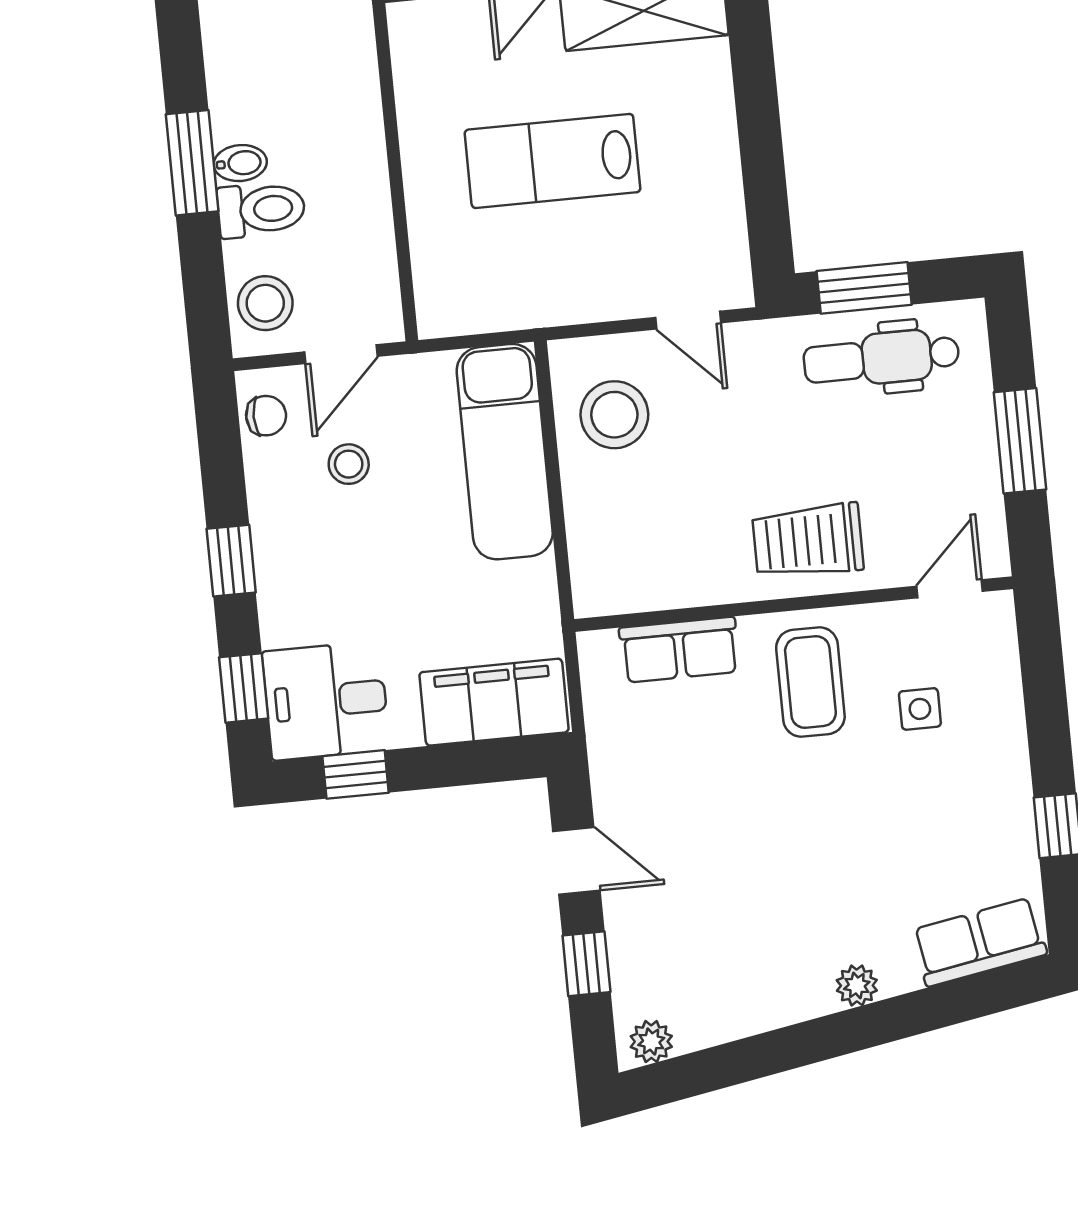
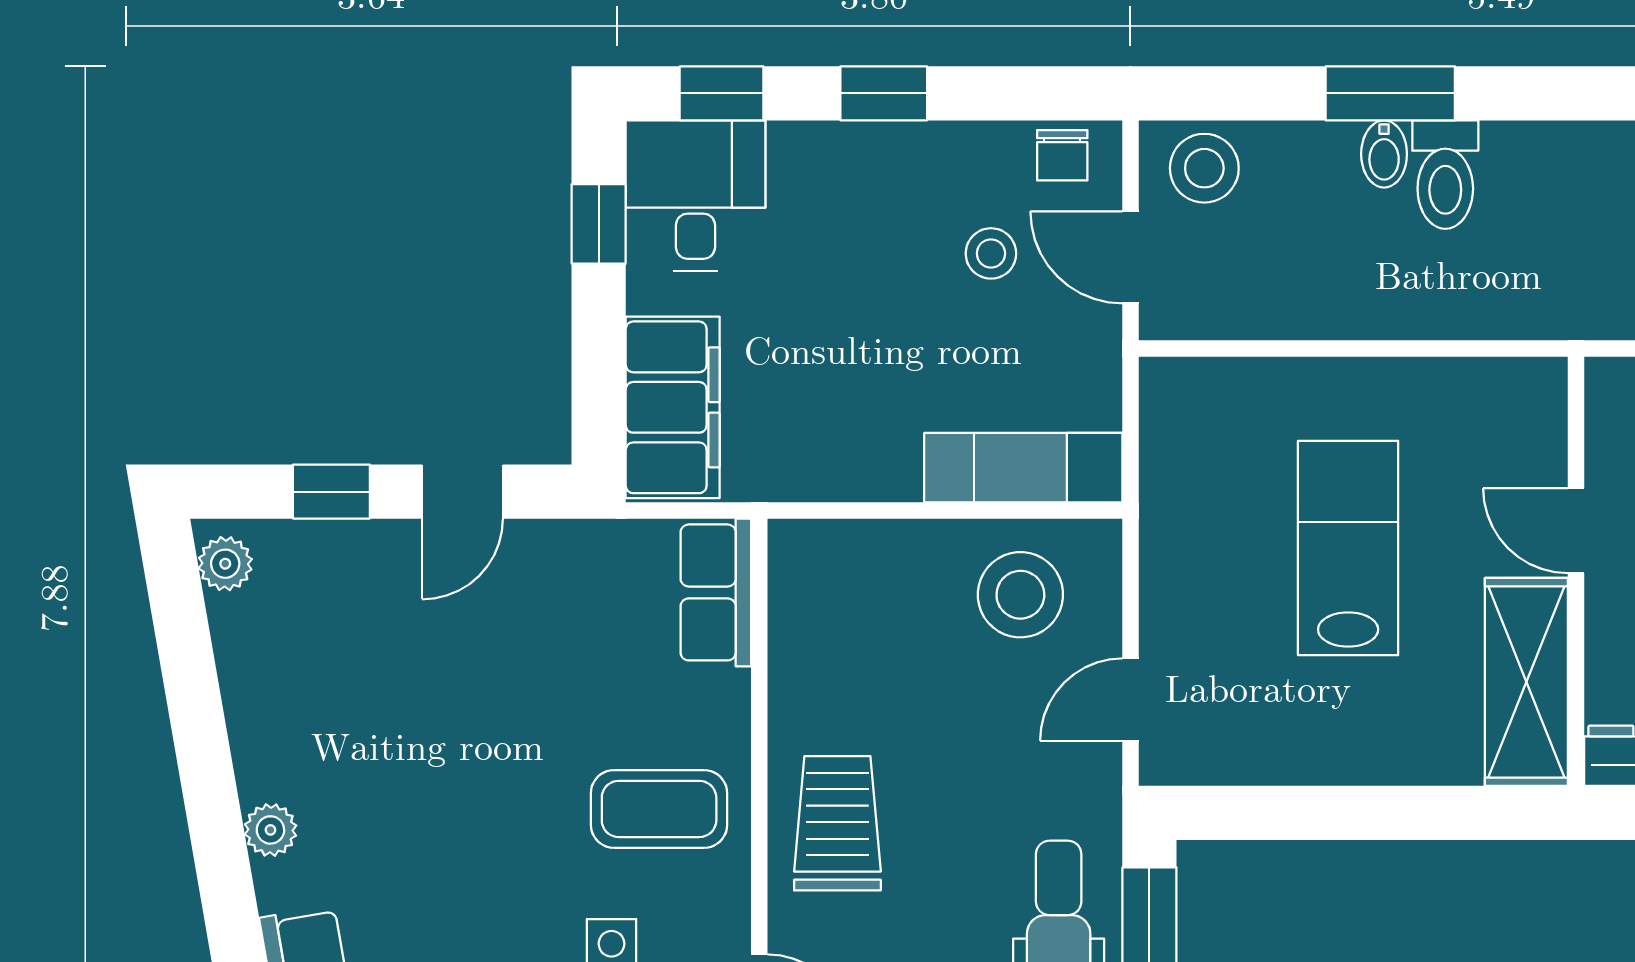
toilet: (261, 210) -> (1445, 175), moved
exam couch: (505, 452) -> (1023, 468), width x0.73, depth x0.69
row of seats: (679, 650) -> (716, 592), moved

